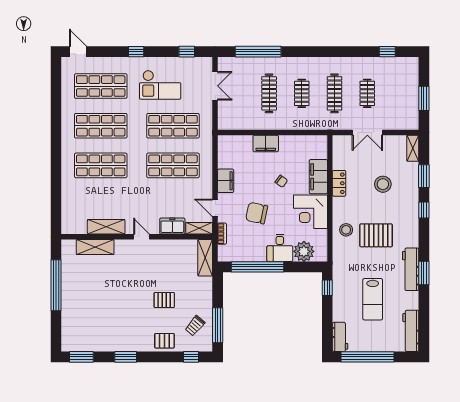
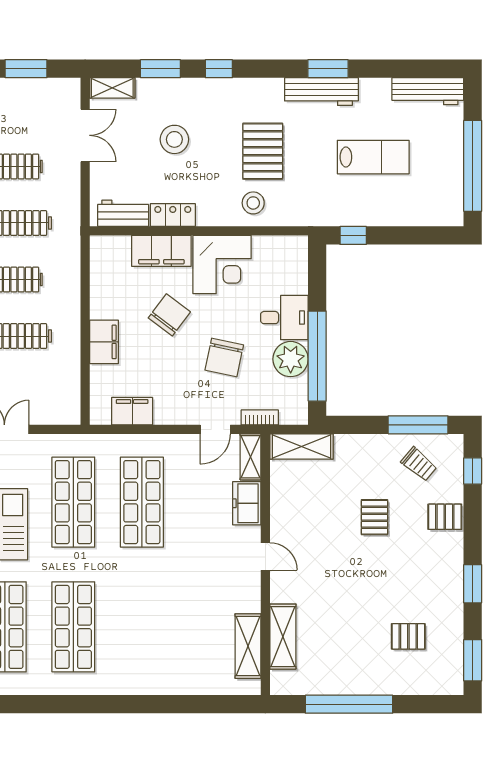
double door: (367, 133) -> (85, 135), moved
shop shelf: (101, 165) -> (142, 627), removed
filing cabinet: (226, 181) -> (132, 411), moved
chair: (281, 181) -> (169, 315), width x1.87, depth x1.87
shelving: (106, 227) -> (248, 646), moved
door: (141, 237) -> (265, 556), swing flipped
plant: (304, 251) -> (291, 359), moved
pallet: (95, 320) -> (408, 636), added
workbench: (340, 337) -> (123, 213), moved
pallet: (164, 341) -> (445, 517), turned 90

